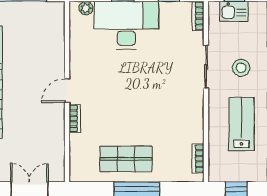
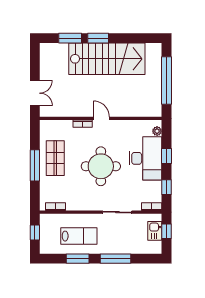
stool: (241, 68) -> (117, 236), removed
round table: (138, 91) -> (101, 166), added

